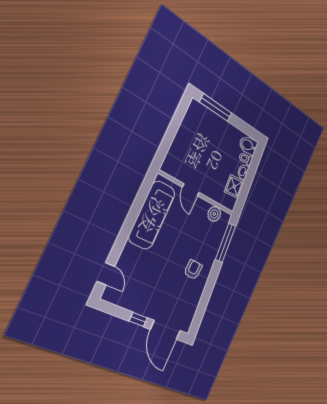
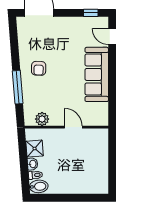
window: (216, 108) -> (84, 198), removed
sofa: (152, 215) -> (97, 74), moved
window: (225, 243) -> (18, 87), moved
window: (138, 319) -> (91, 13), moved

